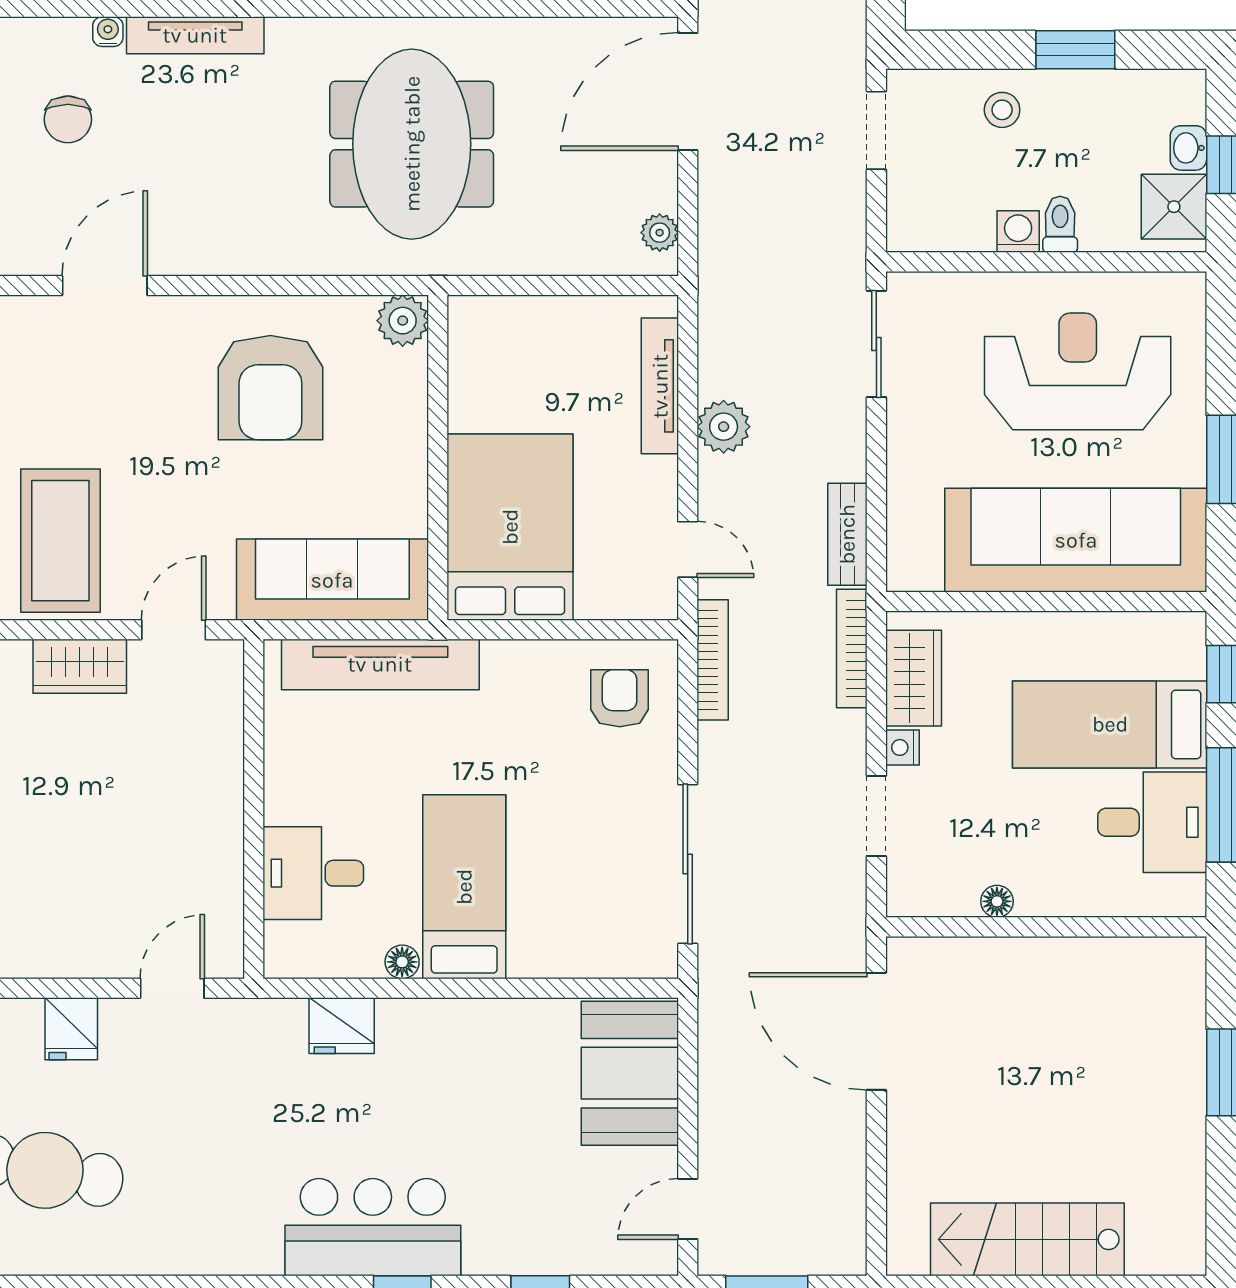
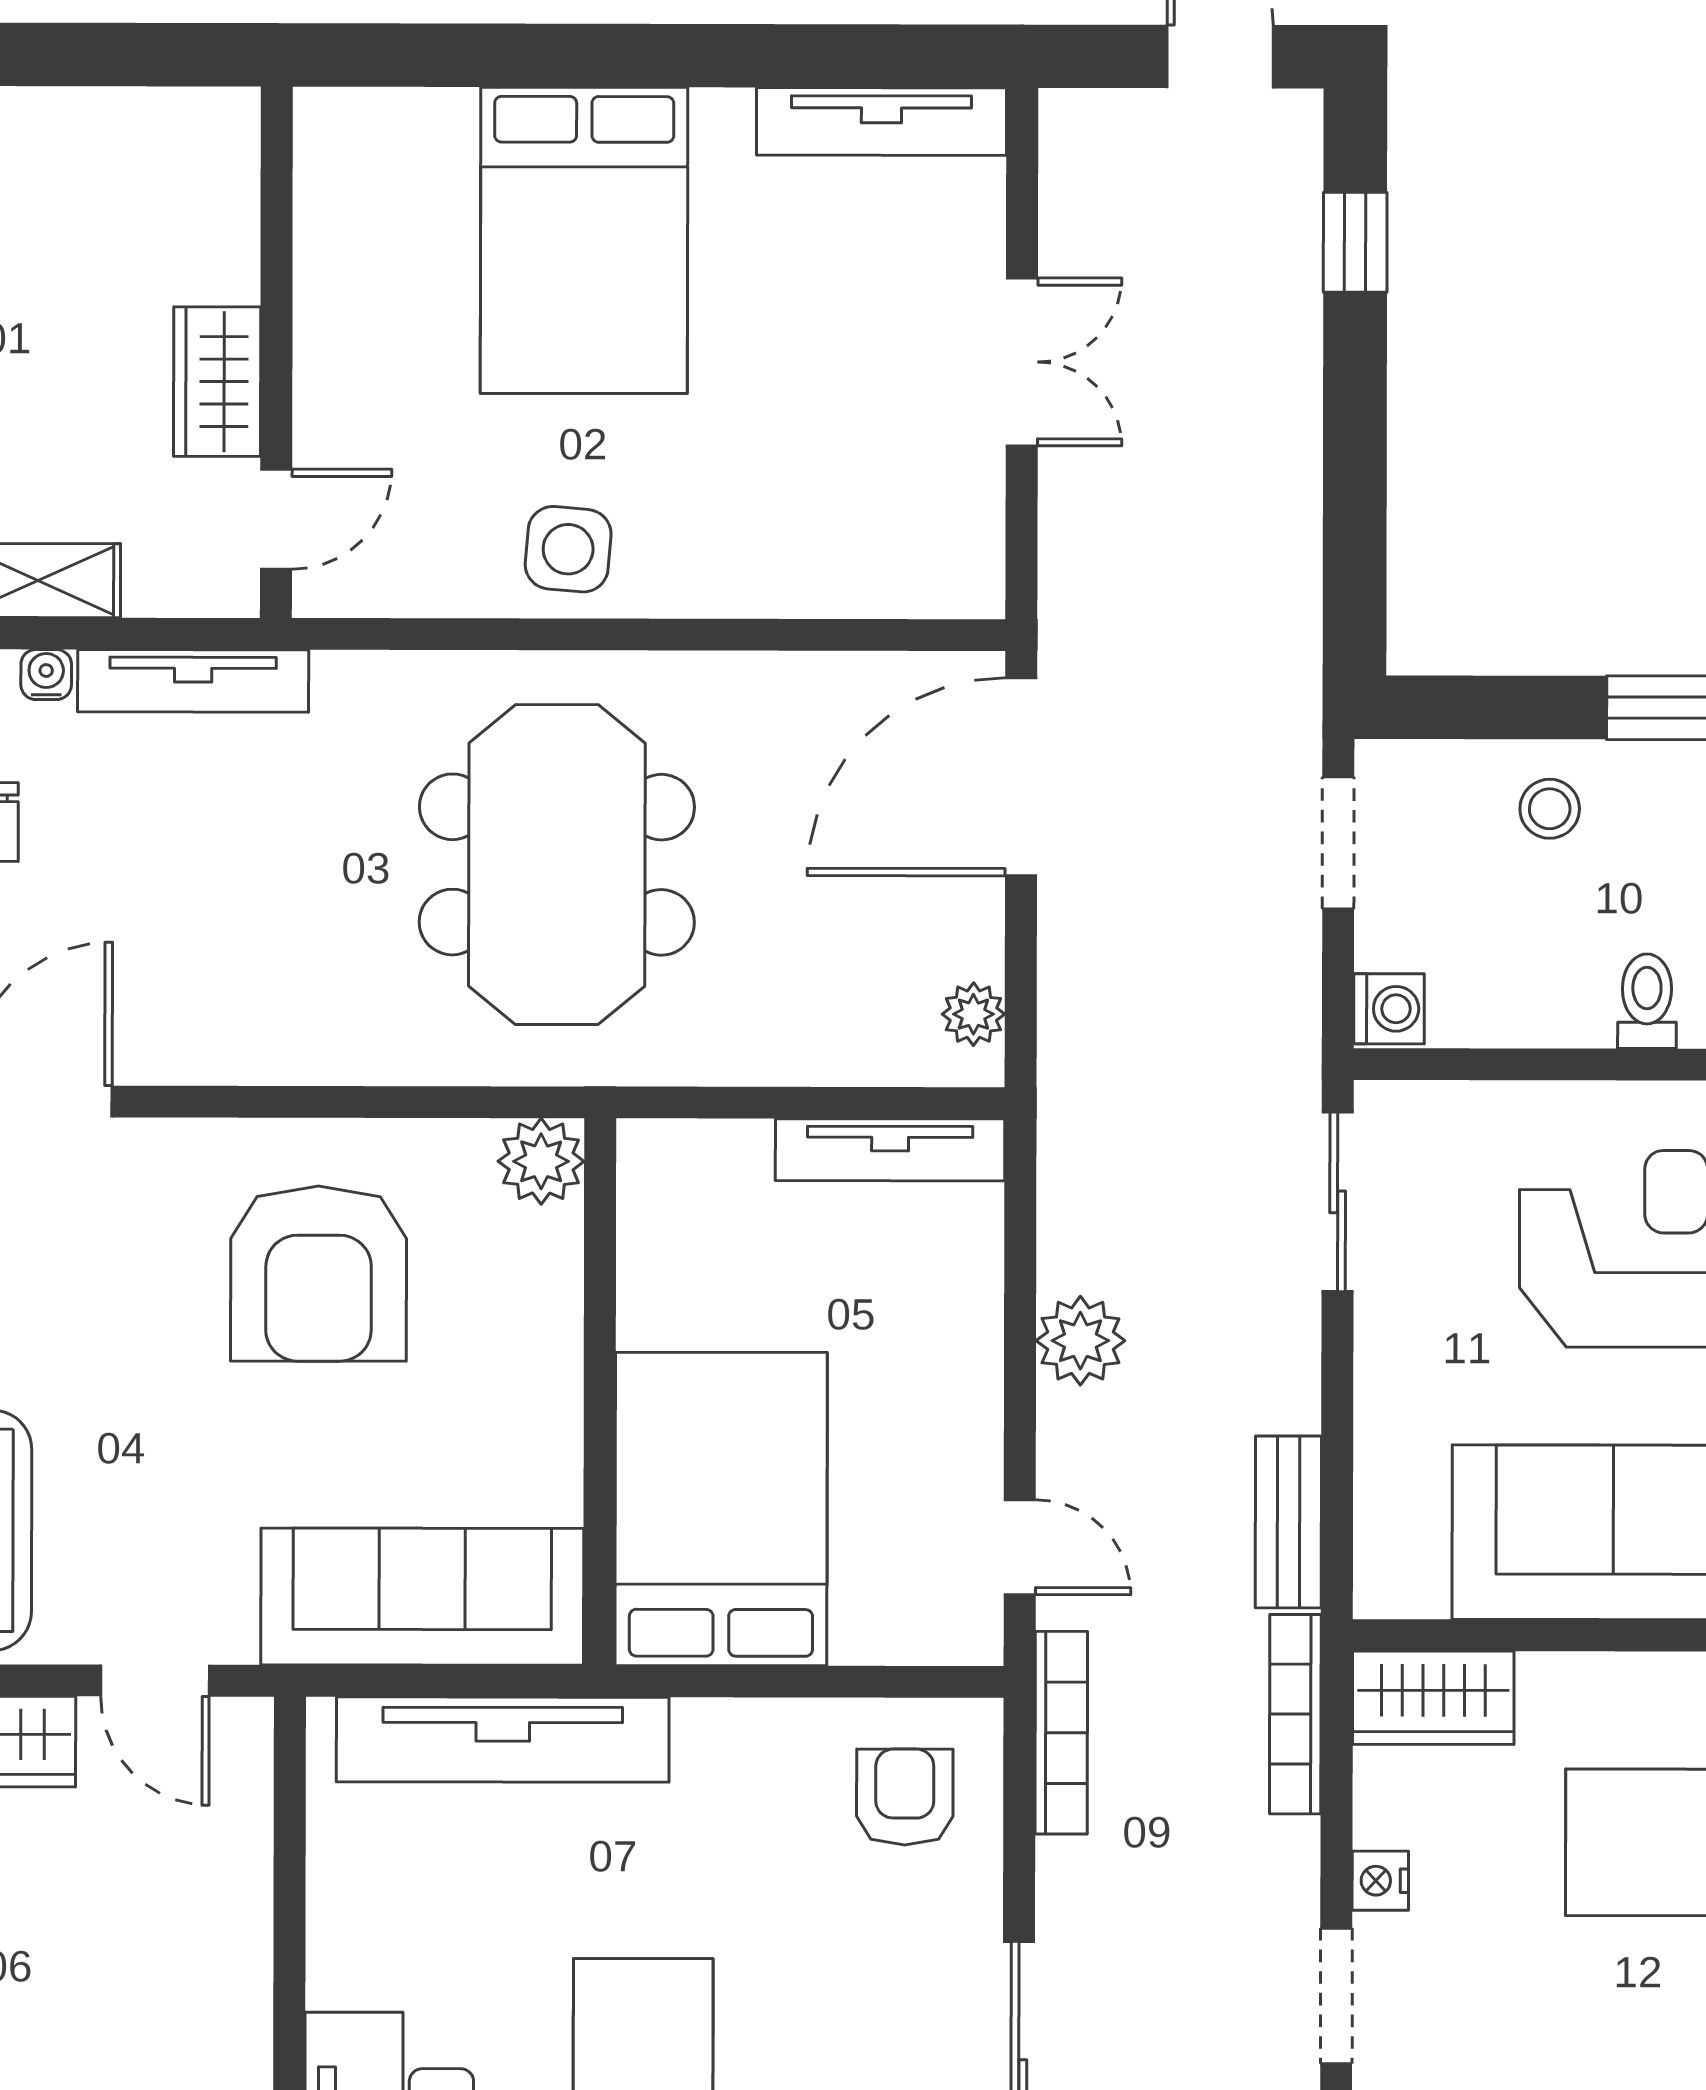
washing machine: (1018, 232) -> (1389, 1009), moved, turned 90
tv unit: (660, 386) -> (890, 1150), moved, turned -90
door: (174, 630) -> (155, 1681), swing flipped
wardrobe: (914, 678) -> (1433, 1698), moved, turned 90

